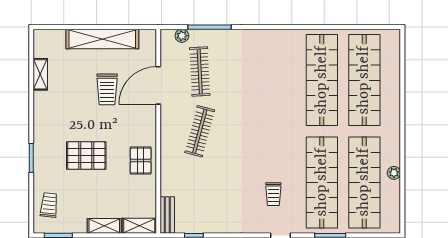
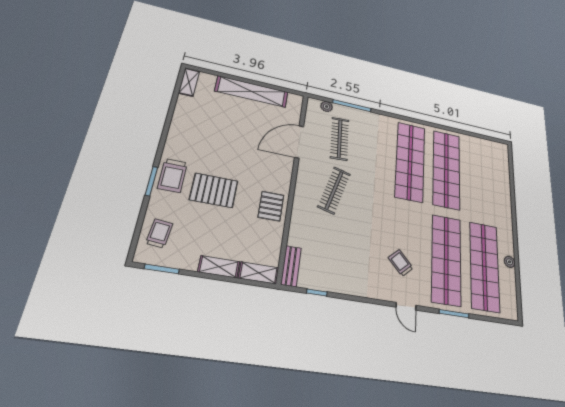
shelving: (40, 74) -> (189, 82), moved
shop shelf: (364, 80) -> (410, 161), moved
trolley: (107, 89) -> (173, 175), moved
trolley: (273, 194) -> (401, 263), turned 137

